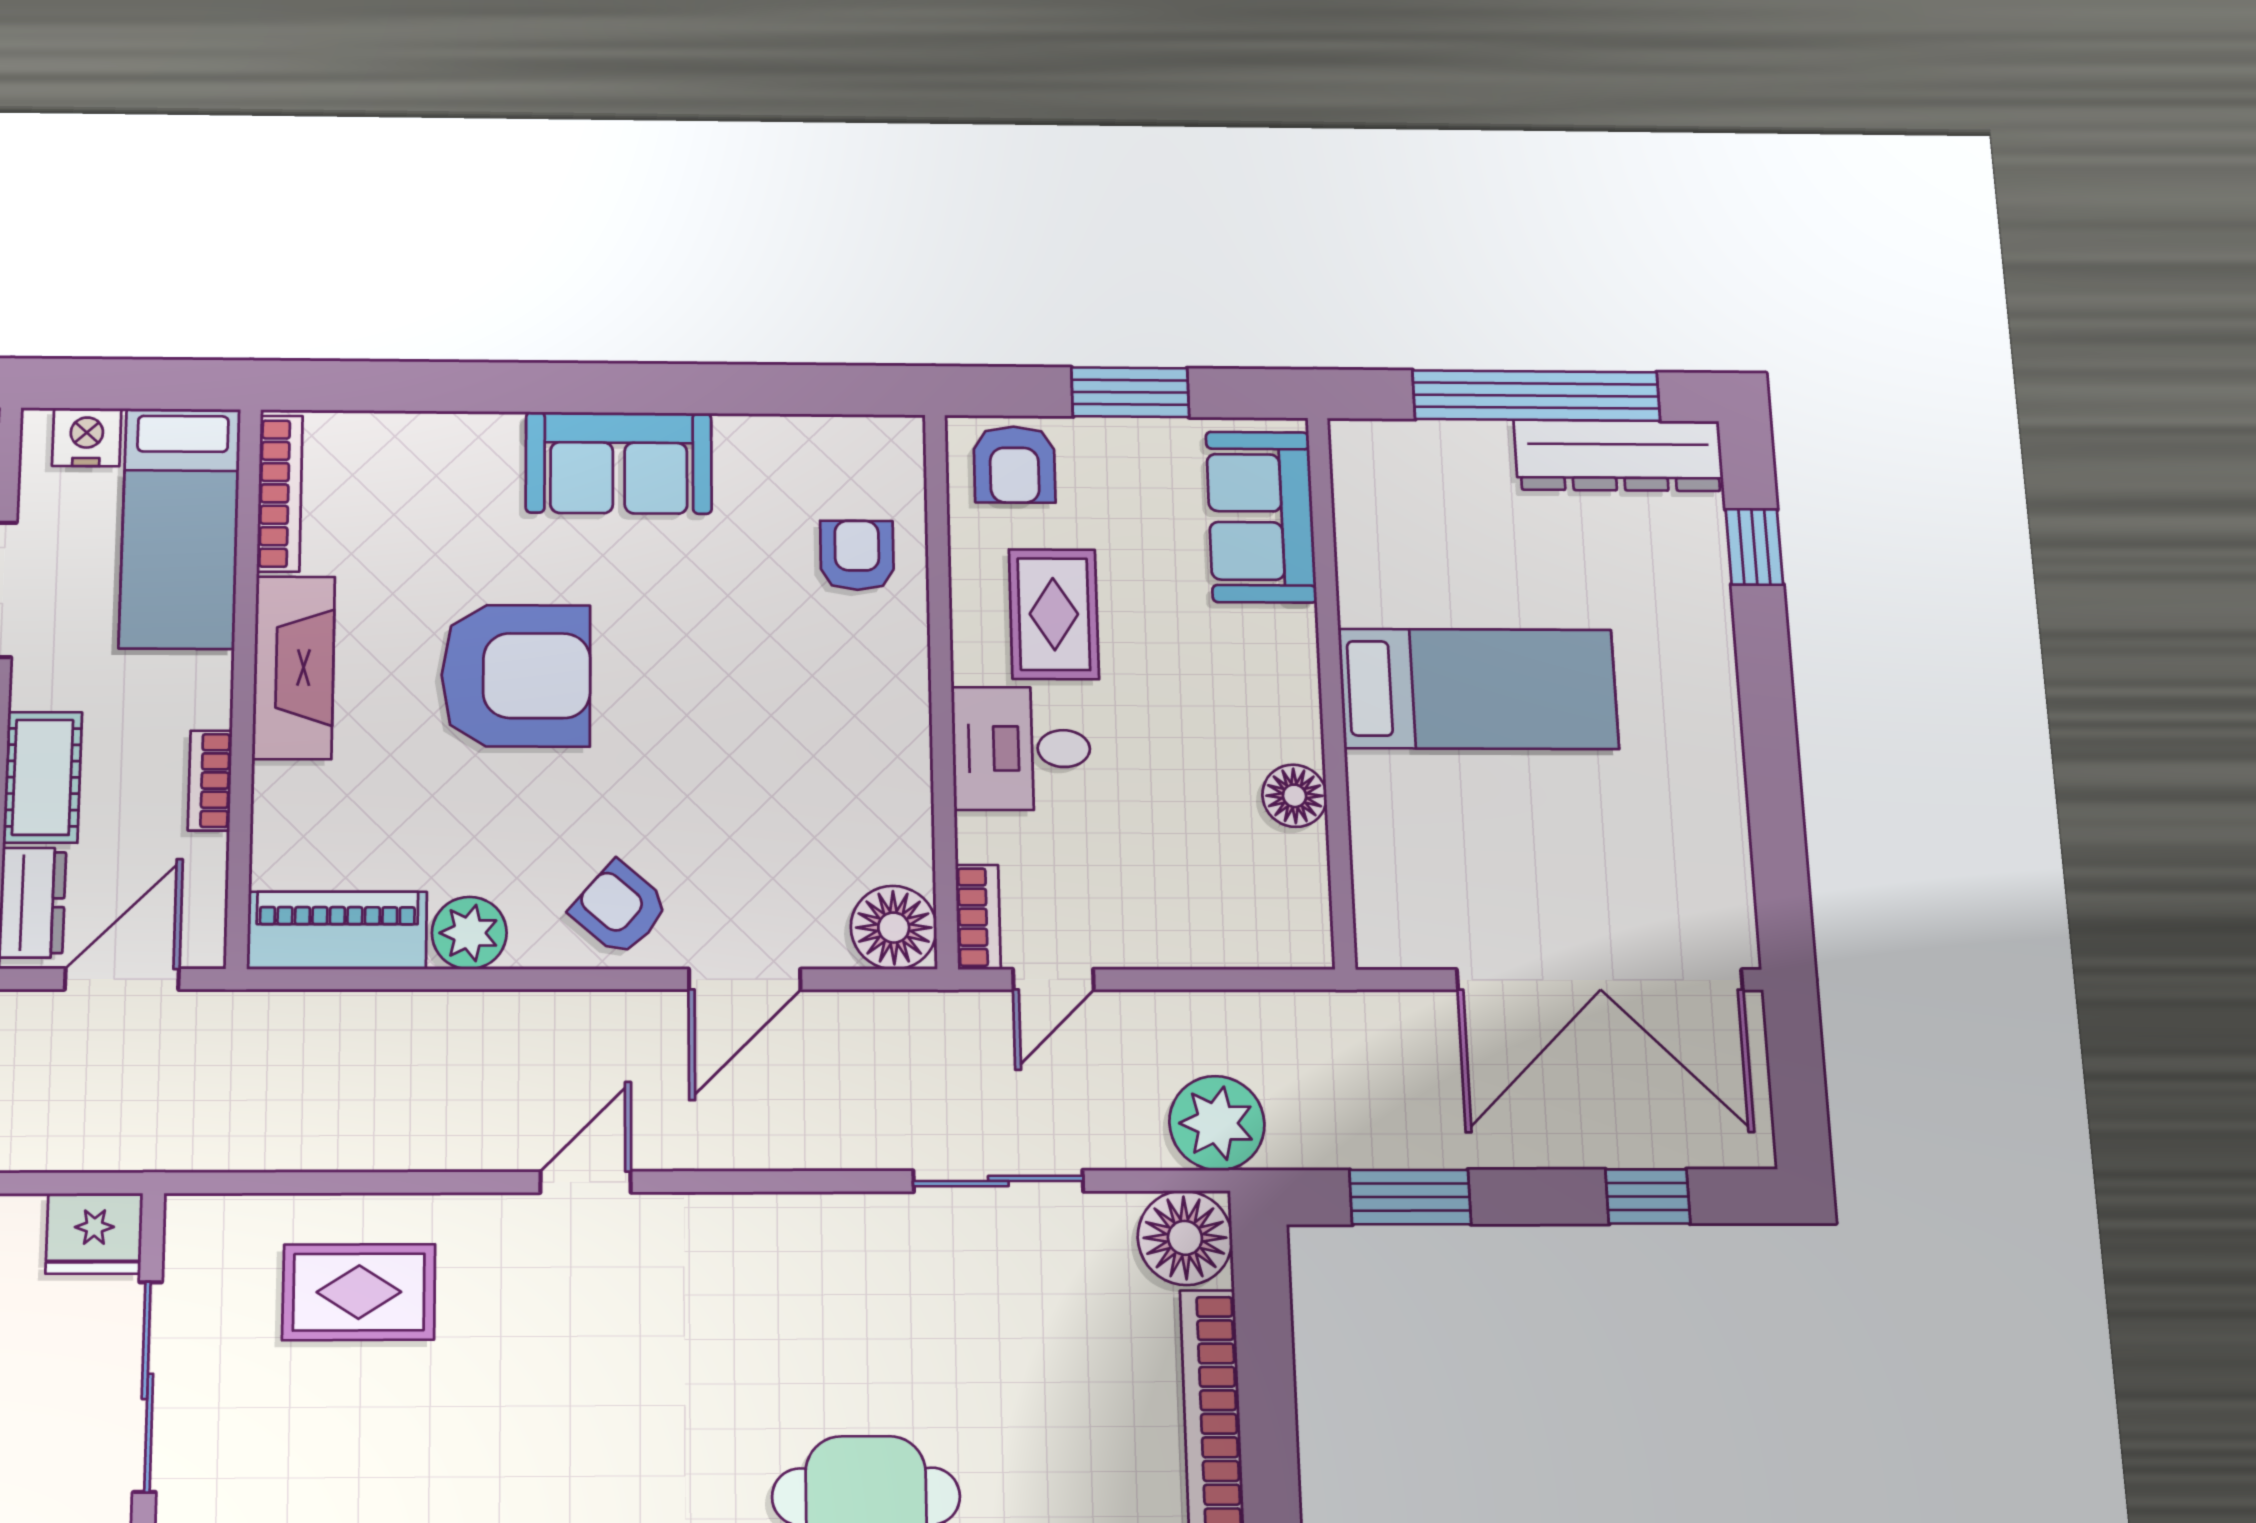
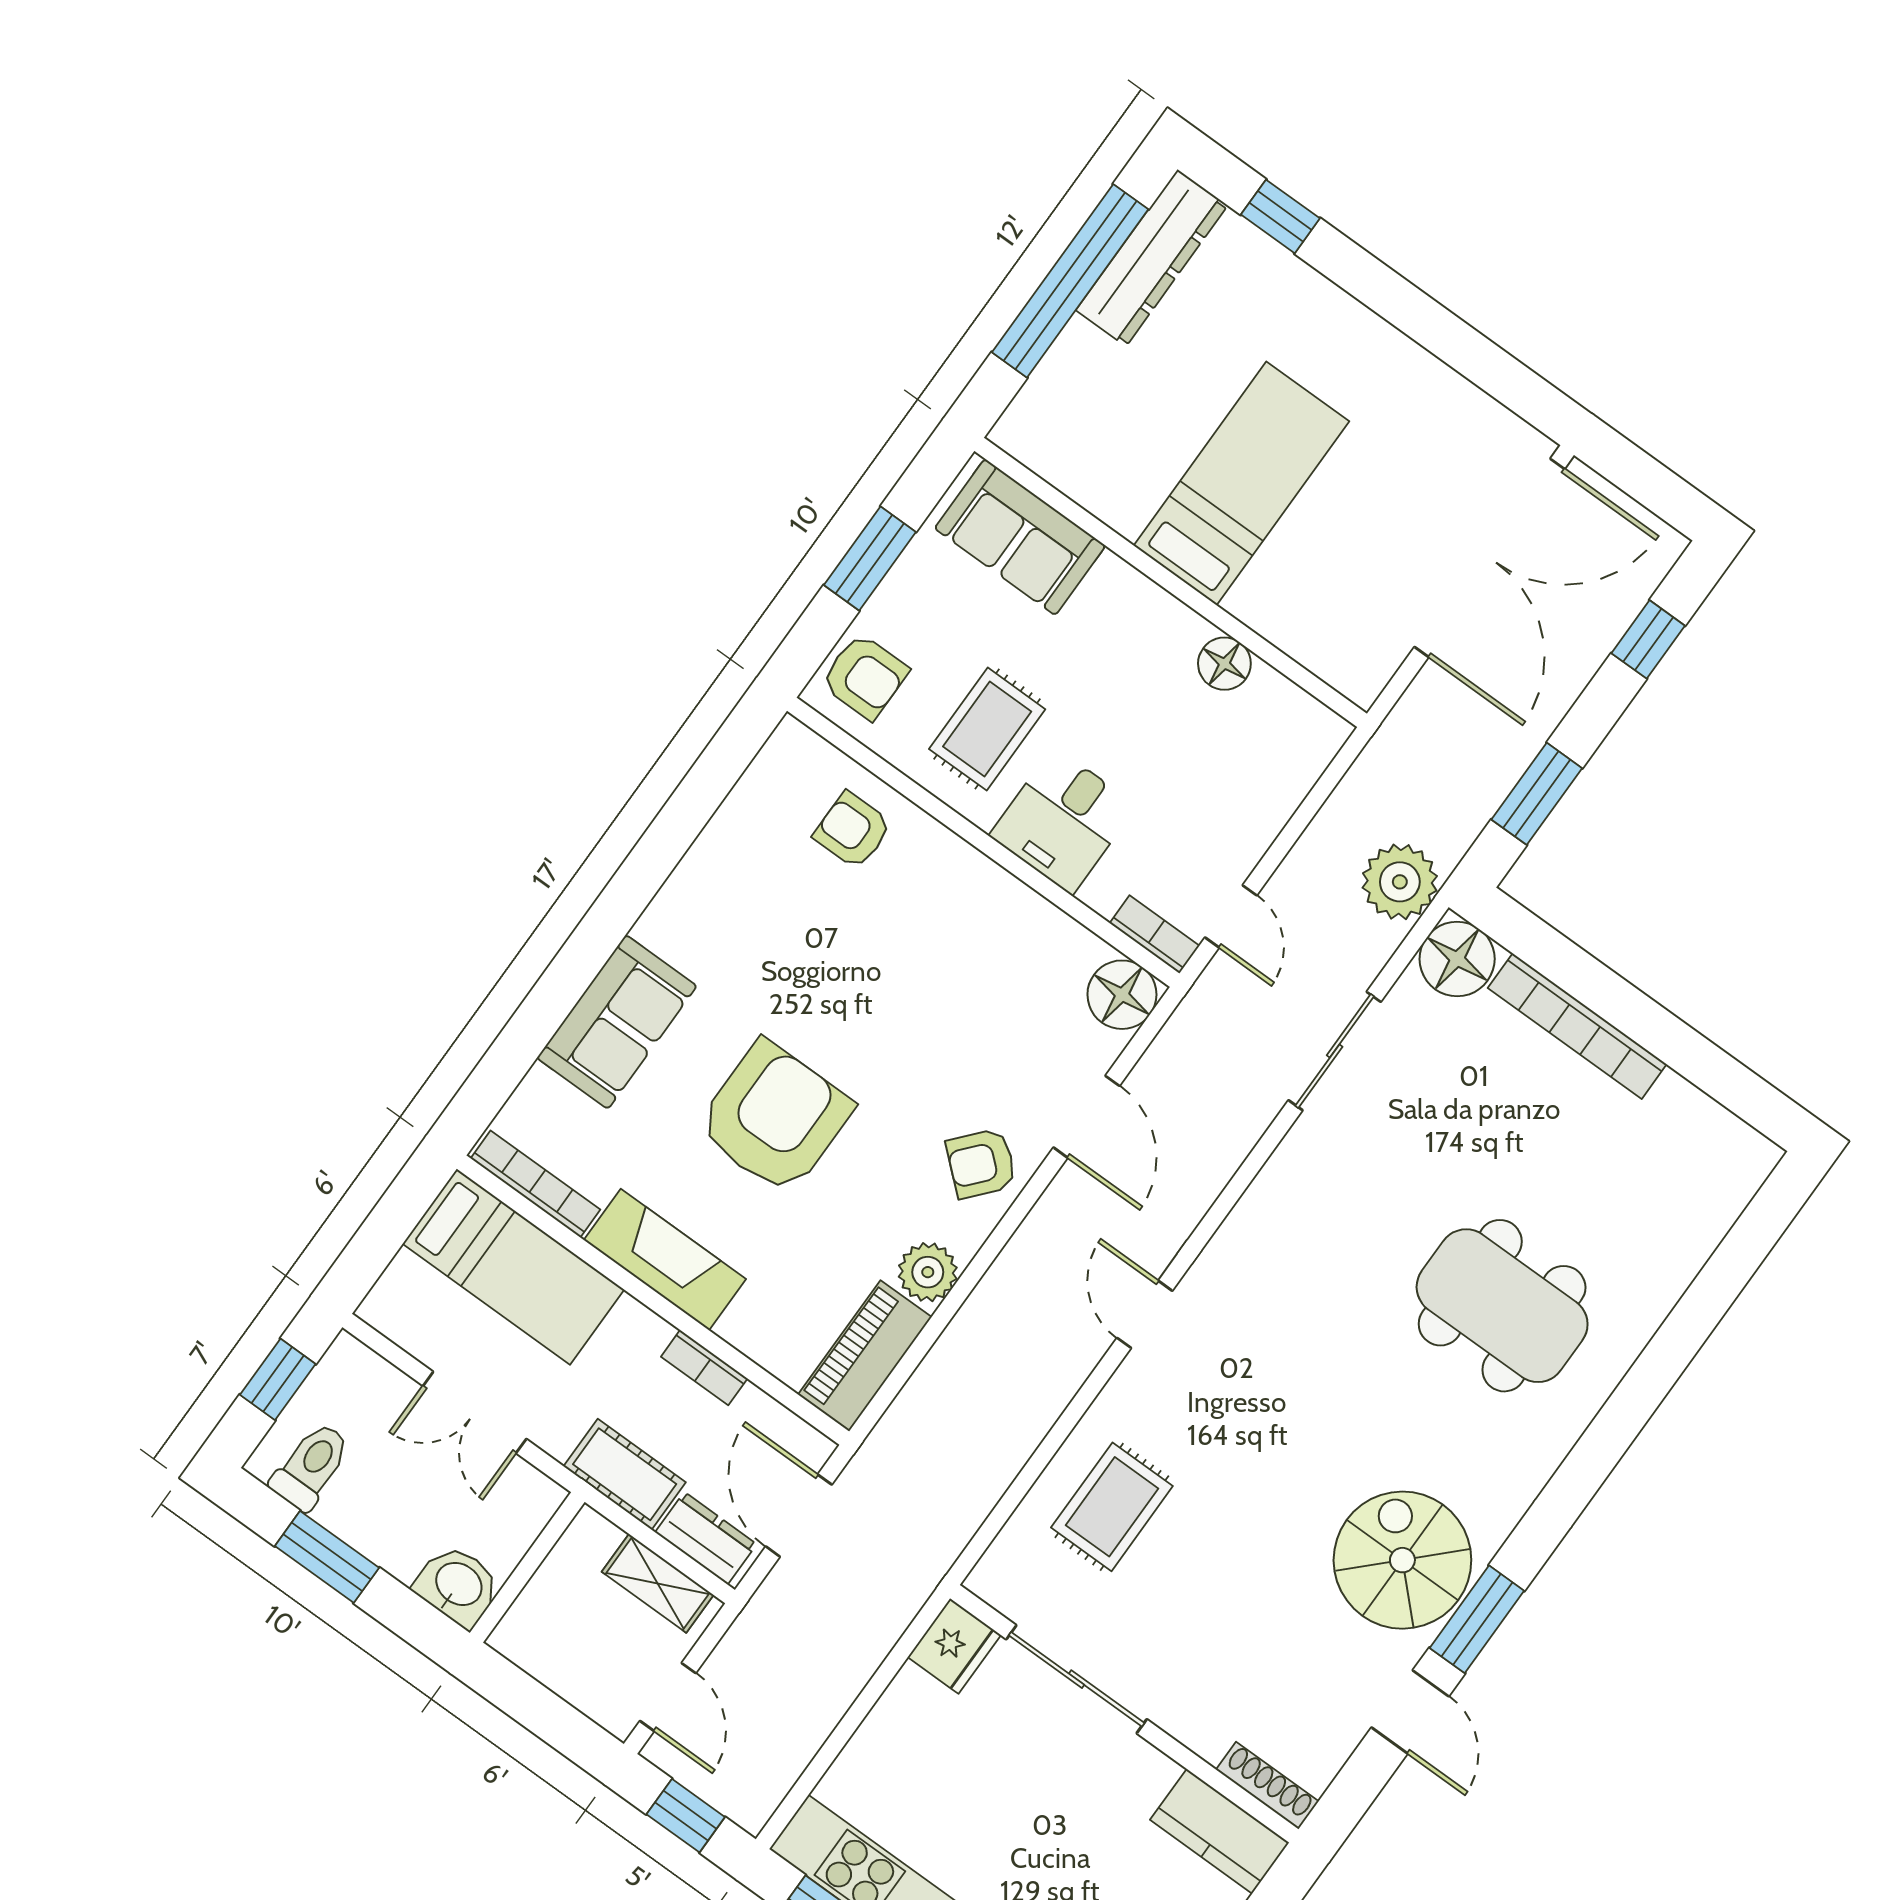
nightstand: (87, 437) -> (404, 1284), removed
sofa: (619, 463) -> (617, 1022), moved
rug: (1054, 614) -> (987, 729), turned 90

